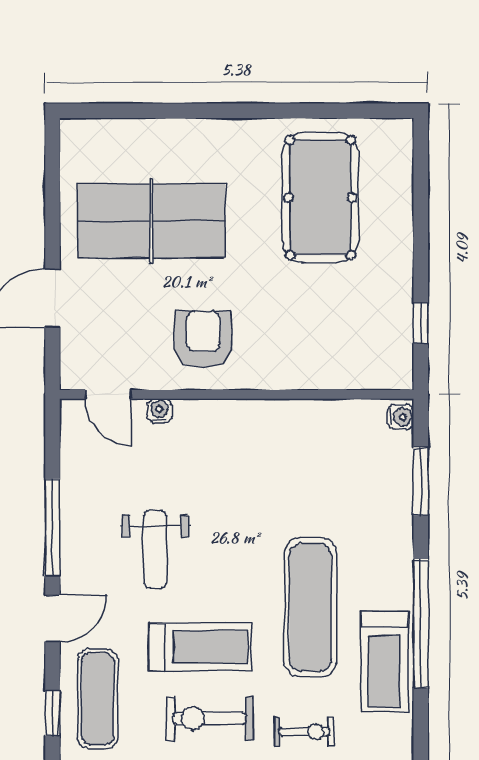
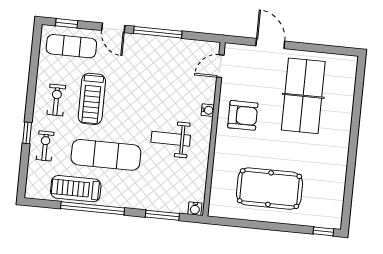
pool table: (320, 198) -> (269, 189), moved
window: (421, 323) -> (323, 231), moved
water cooler: (159, 411) -> (208, 110), moved
weight bench: (155, 549) -> (171, 139), moved
exercise bike: (209, 718) -> (56, 100), width x0.73, depth x0.72
exercise bike: (304, 732) -> (45, 146), turned 180

